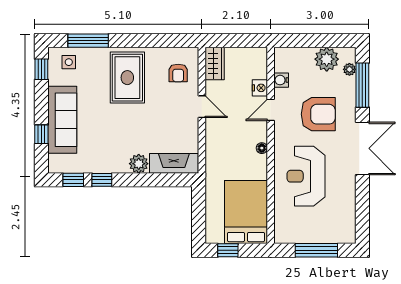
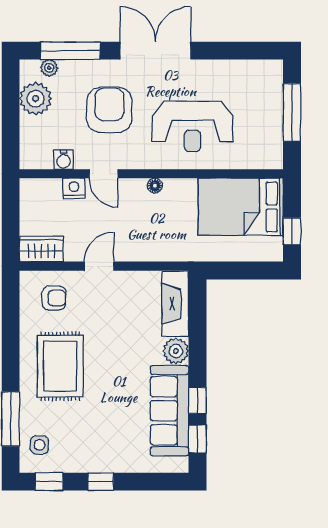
rug: (127, 78) -> (60, 366), turned 90
sofa: (62, 120) -> (170, 411), moved, turned -90
window: (41, 134) -> (101, 482), moved

